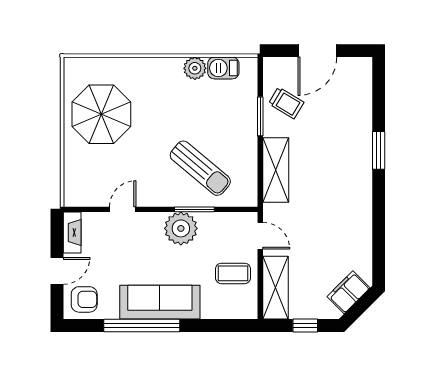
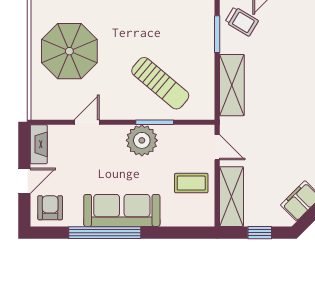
parasol: (101, 114) -> (69, 51), moved
armchair: (84, 299) -> (50, 208), turned -90

